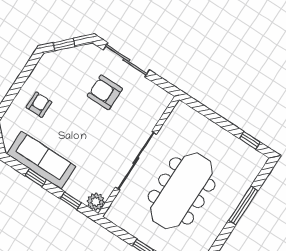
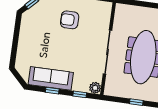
armchair: (39, 105) -> (34, 46), removed

